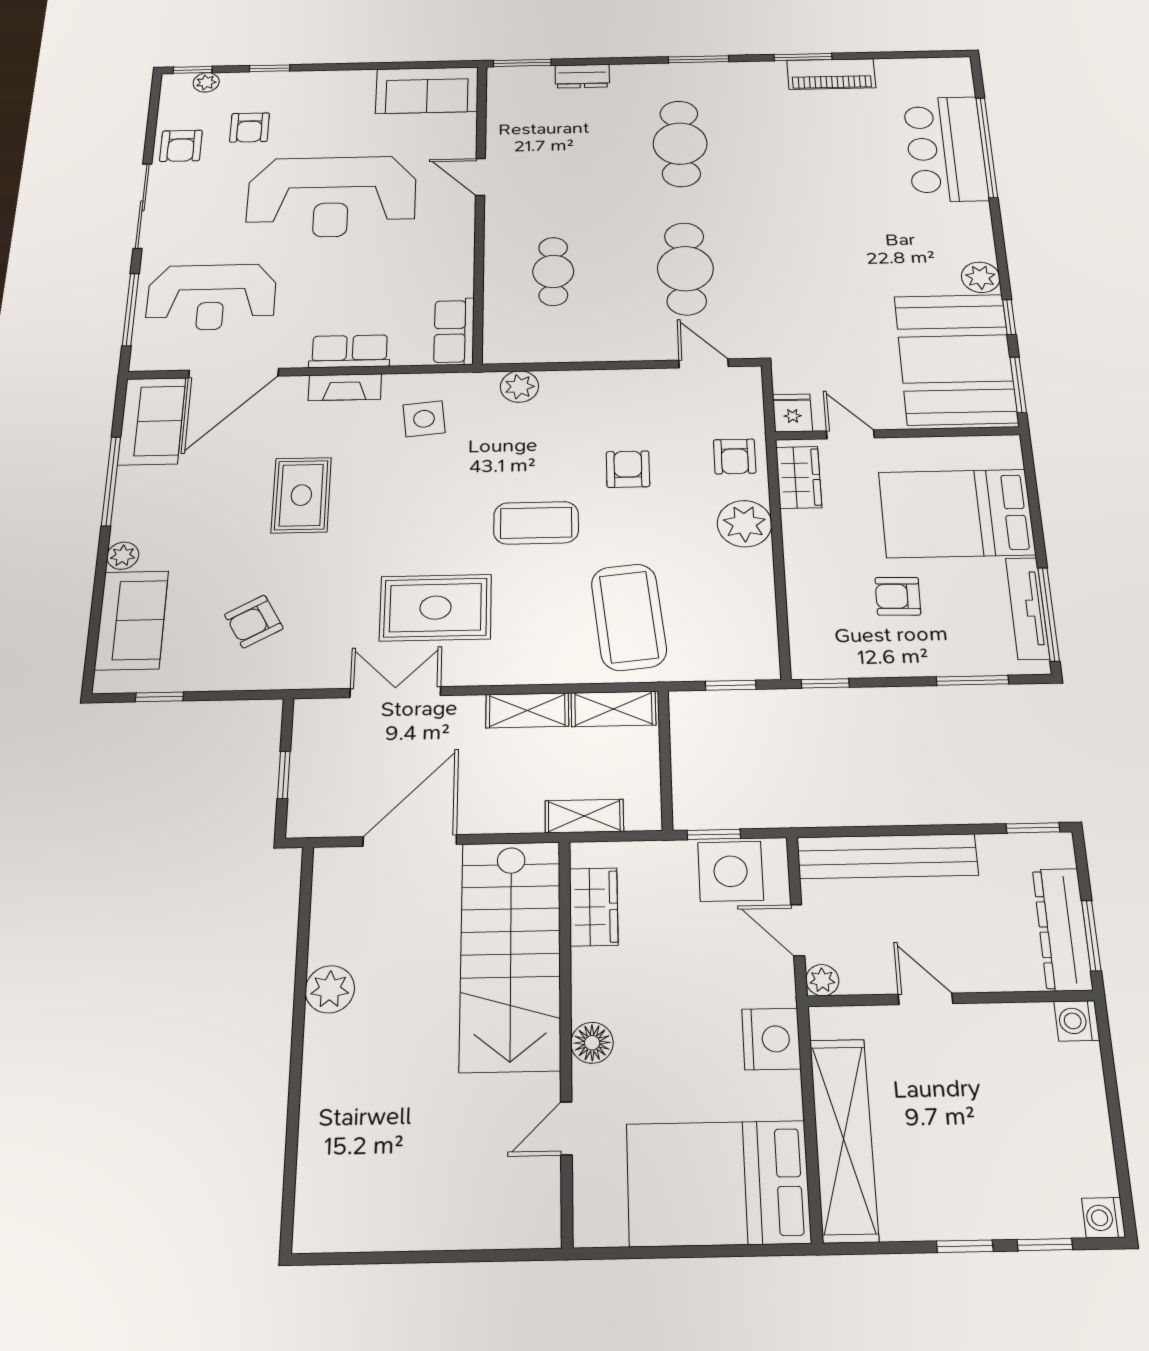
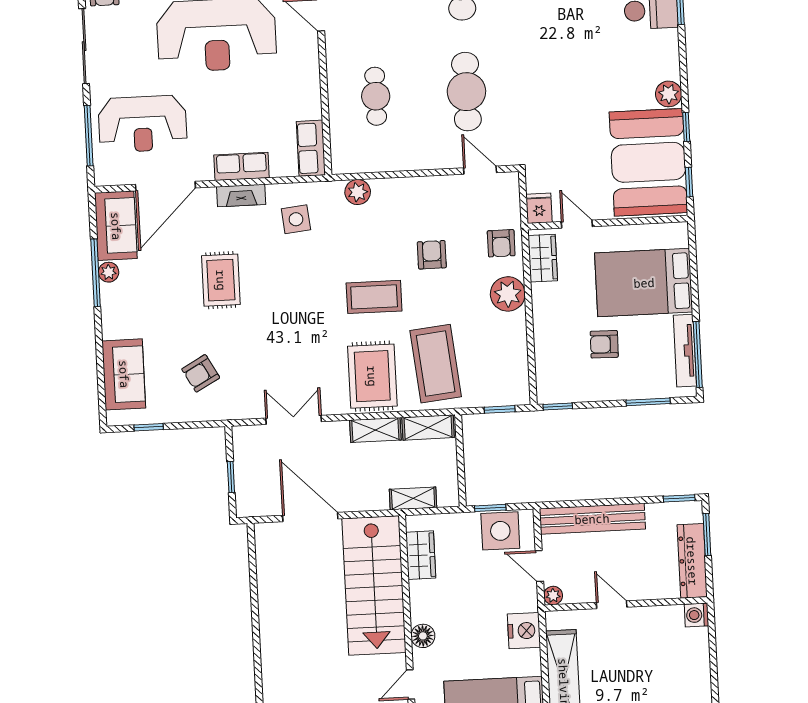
window: (1018, 385) -> (689, 182), width x0.67
plant: (123, 556) -> (109, 272), moved
rug: (436, 608) -> (372, 376), moved, turned 90
door: (410, 841) -> (310, 517), hinge flipped
window: (1091, 936) -> (707, 534), moved
plant: (330, 989) -> (272, 609), removed

